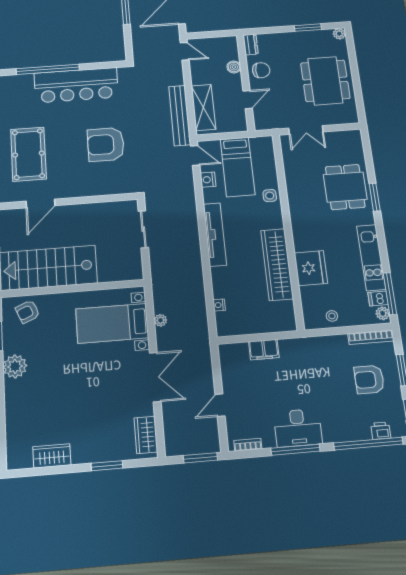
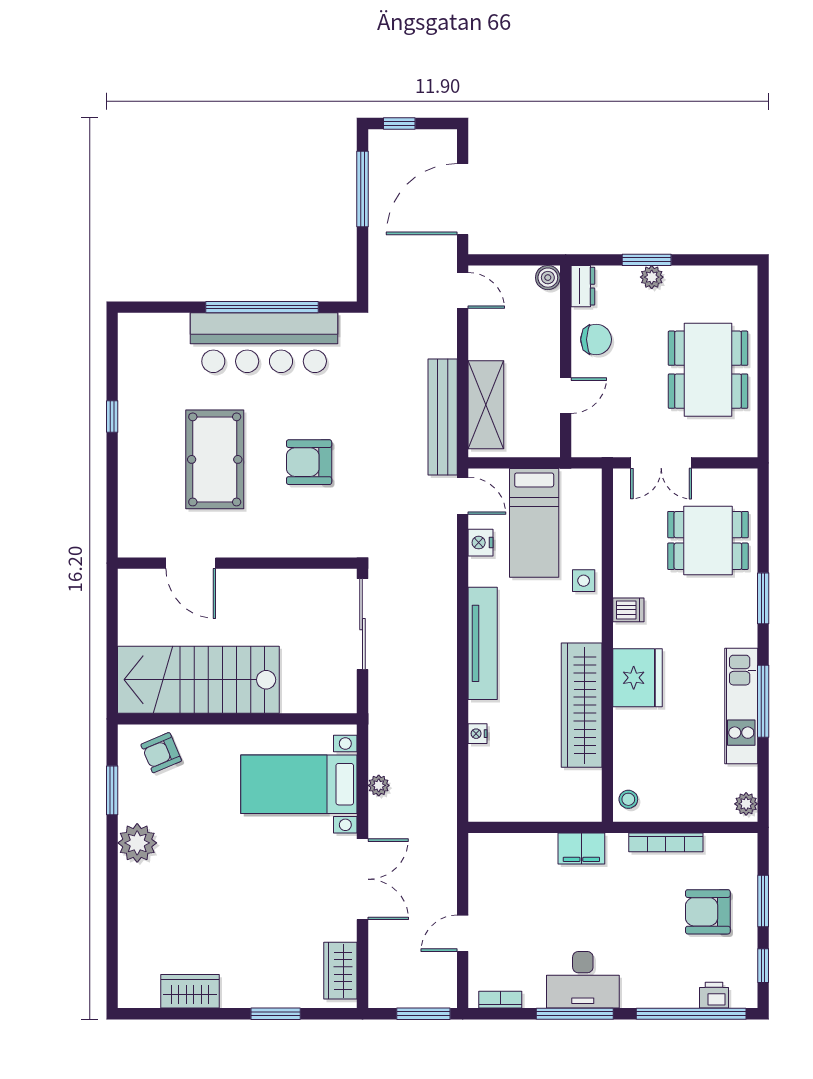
window: (308, 28) -> (647, 260), moved
plant: (339, 34) -> (652, 277), moved
boiler: (234, 67) -> (548, 278), moved
window: (48, 69) -> (262, 307), moved
armchair: (106, 144) -> (309, 462), width x0.73, depth x0.73
pool table: (28, 154) -> (215, 459), moved
dining table: (345, 187) -> (708, 540), moved, turned 90
door: (40, 203) -> (191, 563), hinge flipped
sliding door: (143, 229) -> (362, 624), width x1.37
fridge: (311, 268) -> (638, 678), moved
window: (390, 294) -> (763, 701), moved
dishwasher: (378, 299) -> (628, 610), moved, turned 180
nightstand: (219, 305) -> (478, 734), moved
stool: (332, 316) -> (628, 799), moved
bookcase: (371, 337) -> (666, 842), moved
filing cabinet: (264, 350) -> (581, 849), moved

